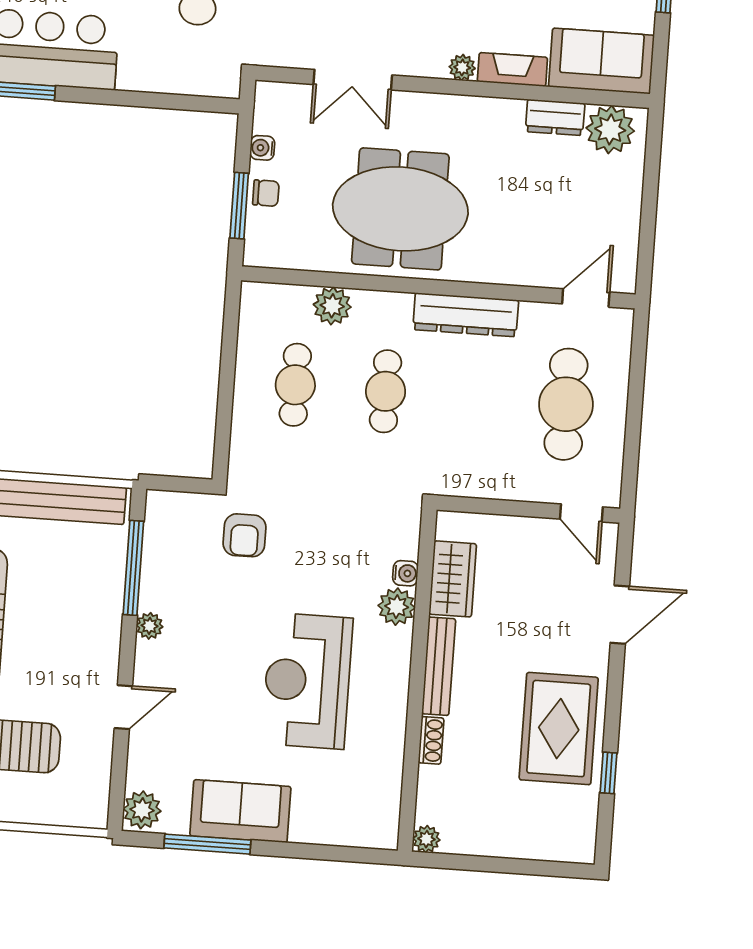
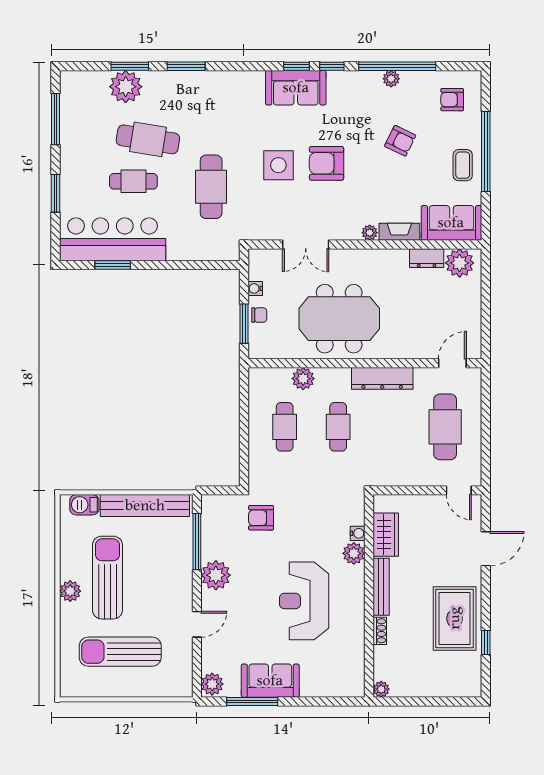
armchair: (244, 535) -> (261, 518), turned 90
plant: (150, 626) -> (216, 575), width x1.88, depth x1.88

